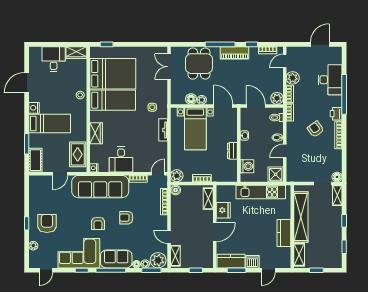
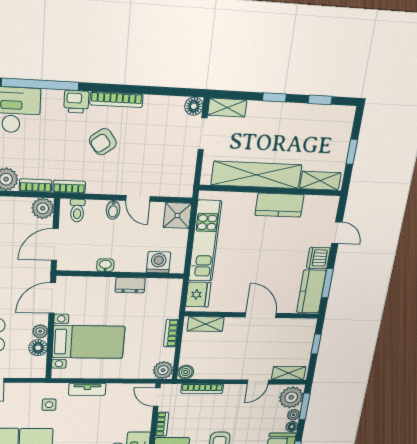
fridge: (223, 210) -> (198, 295), moved, turned 90

